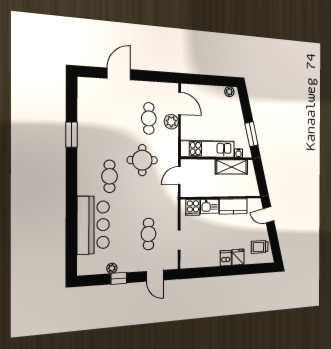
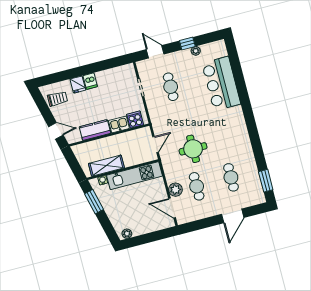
window: (72, 135) -> (266, 181), moved
cafe table: (110, 176) -> (231, 177), moved

